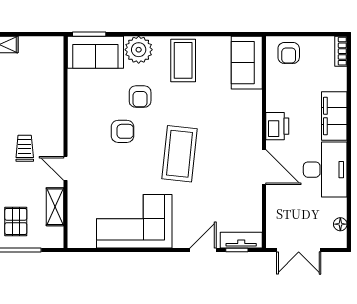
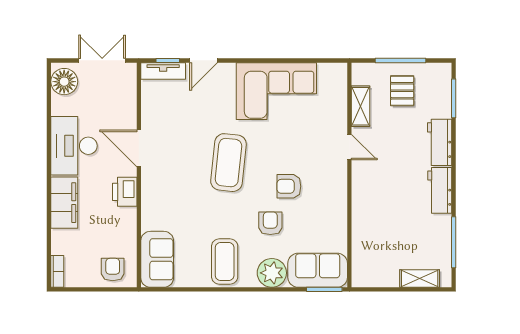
trolley: (25, 148) -> (393, 168), removed
floor lamp: (340, 224) -> (64, 82), width x1.89, depth x1.89

